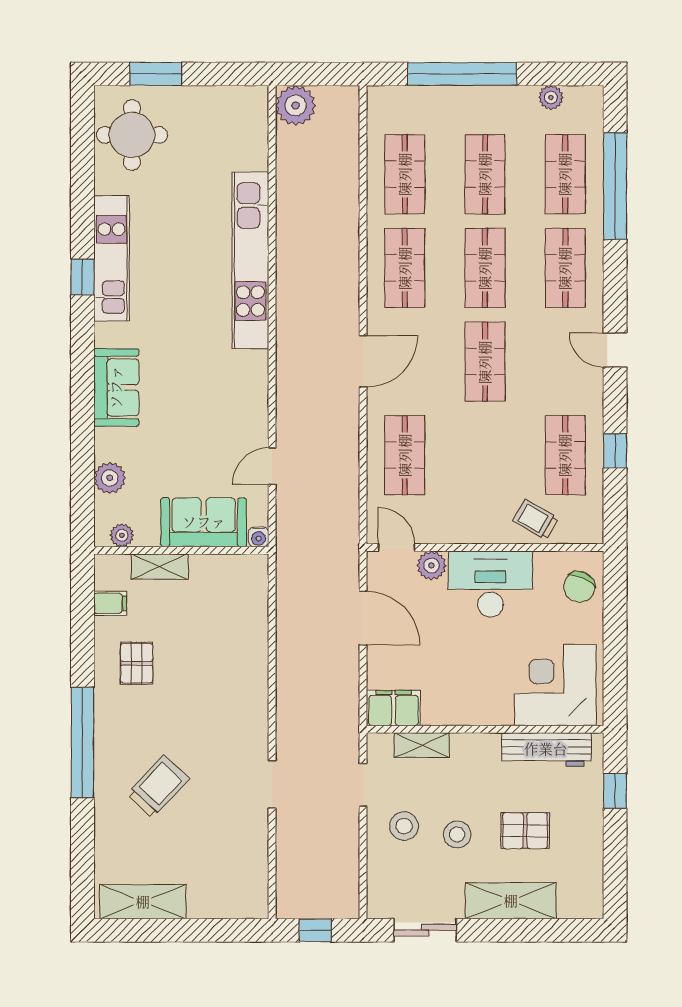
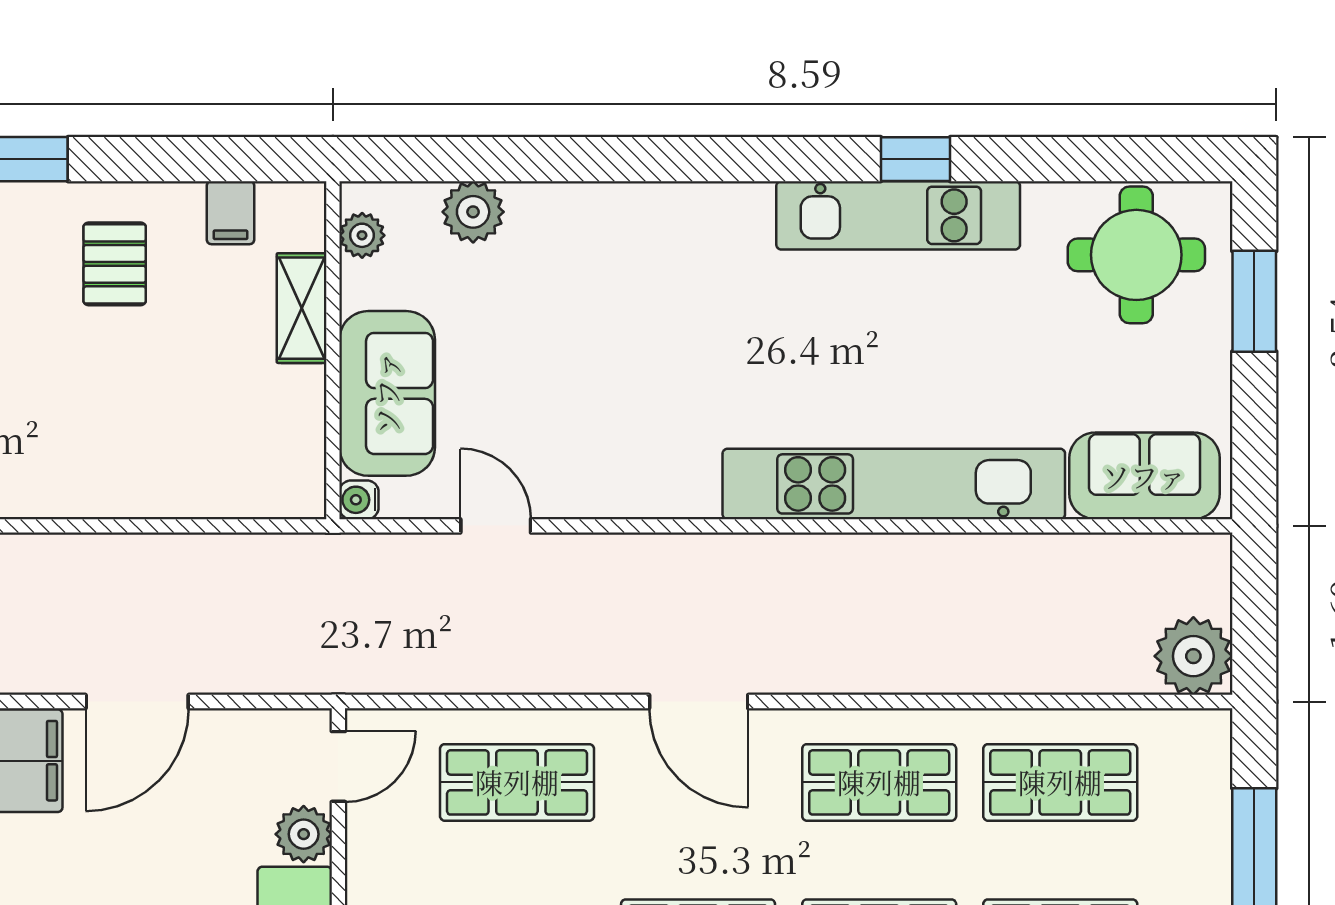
plant: (296, 105) -> (1193, 656), moved
window: (82, 277) -> (915, 159), moved
sofa: (116, 387) -> (1144, 476), moved, turned 180
door: (363, 618) -> (137, 702), moved
pallet: (137, 663) -> (115, 264), turned 90

